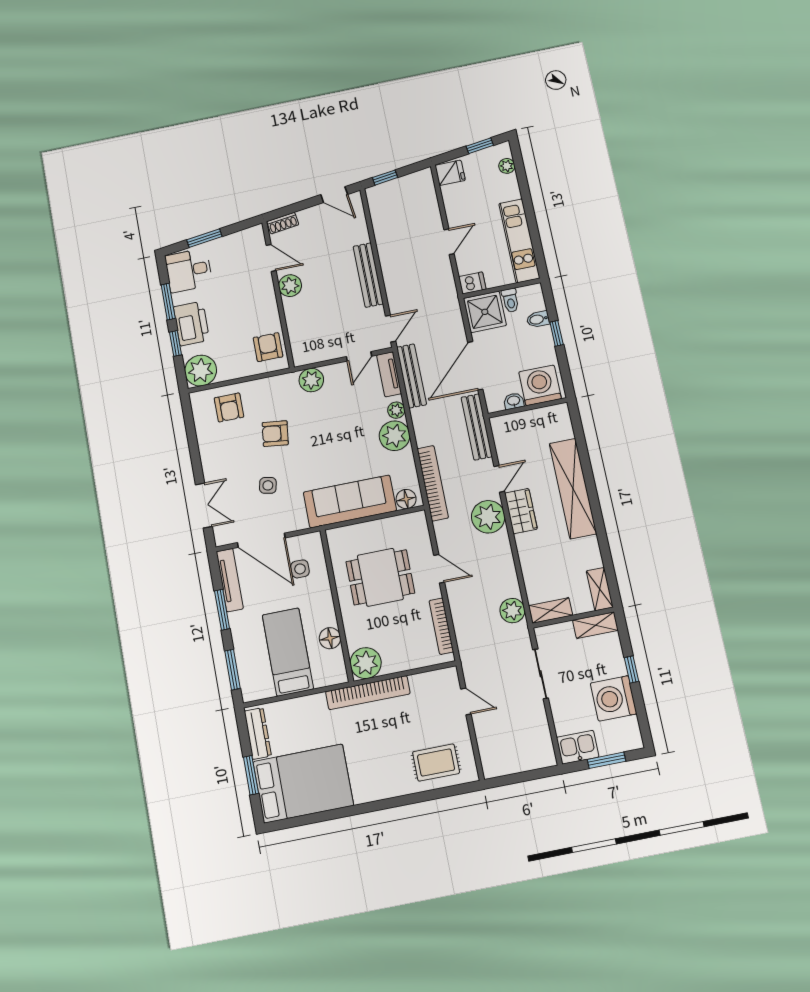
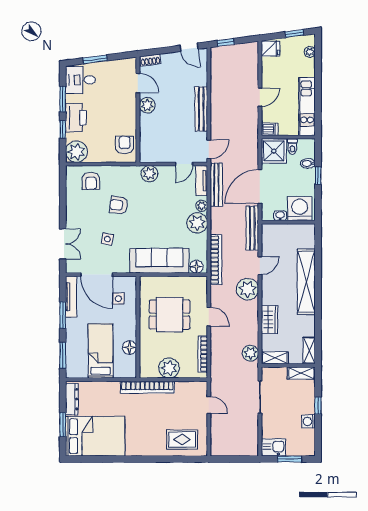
wardrobe: (521, 511) -> (269, 319), moved
plant: (366, 663) -> (169, 368), moved
washing machine: (613, 698) -> (309, 421), width x0.53, depth x0.53

